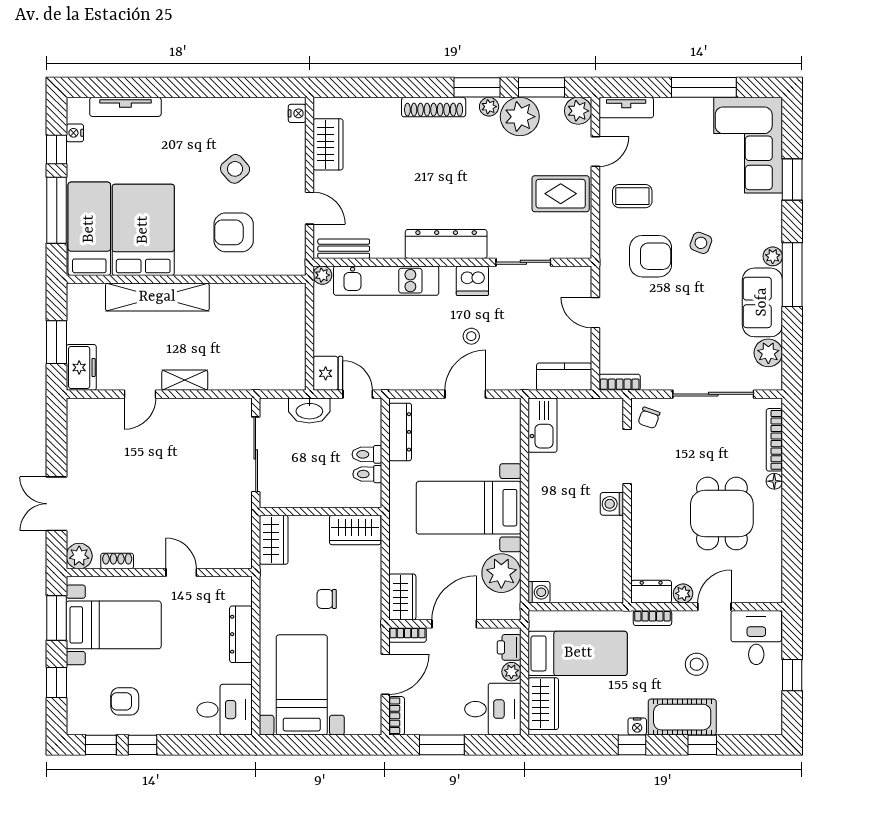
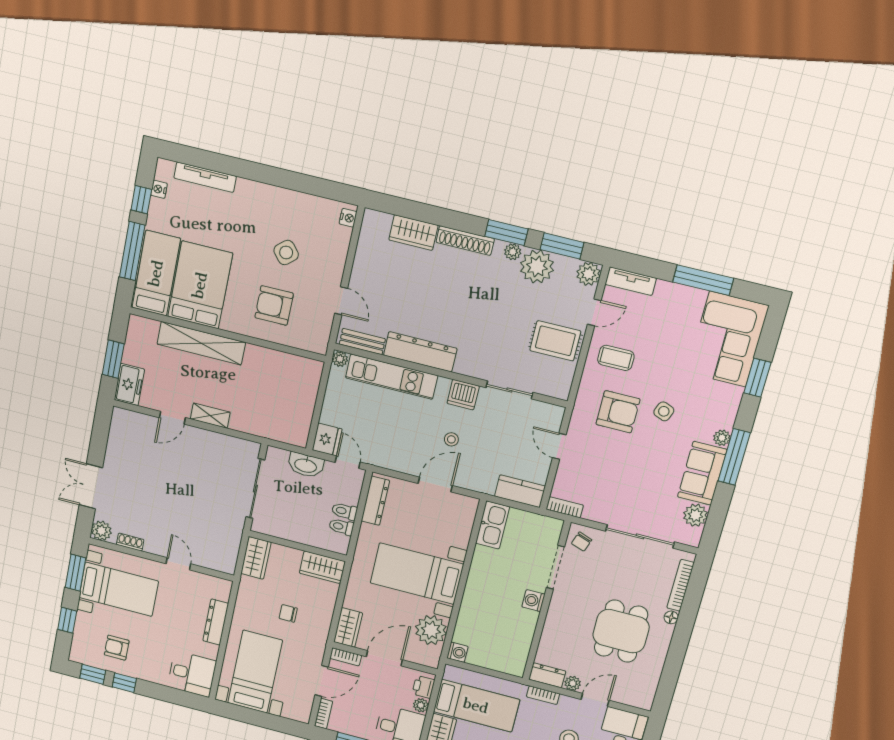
wardrobe: (328, 144) -> (413, 233), moved, turned 90
dresser: (446, 244) -> (420, 352), moved

